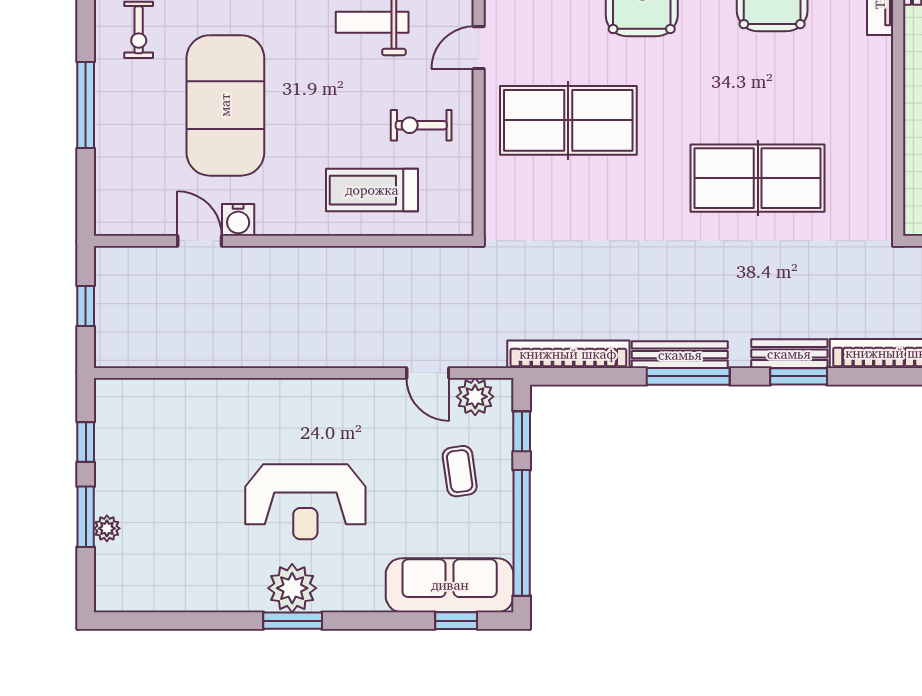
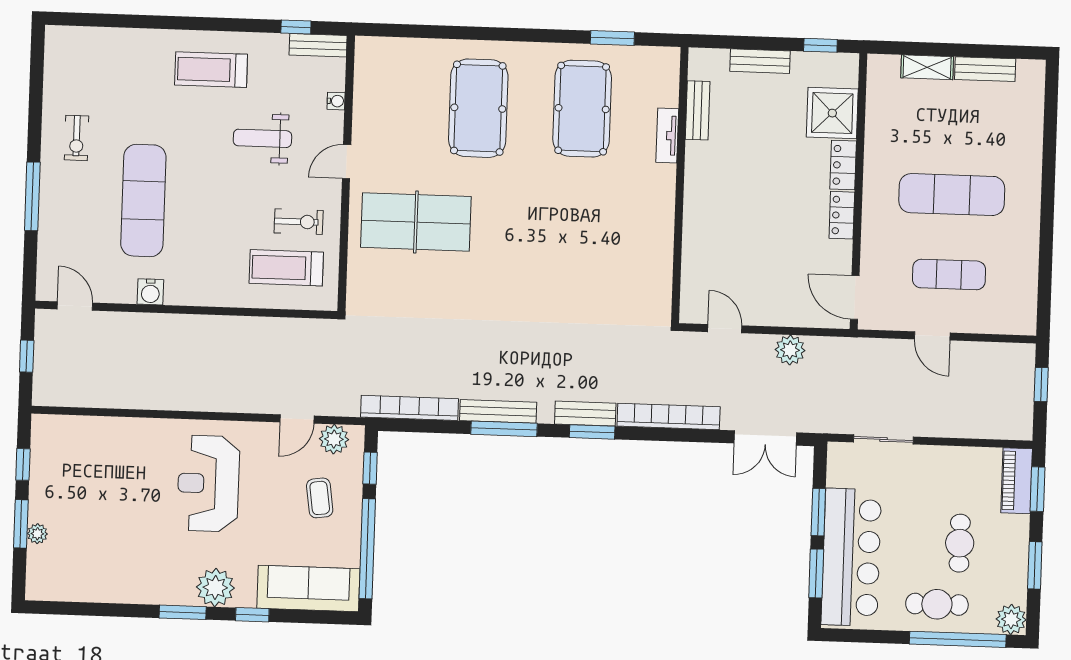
exercise mat: (225, 105) -> (143, 200), width x0.68
exercise bike: (421, 125) -> (299, 222), turned 180
table tennis table: (758, 178) -> (565, 273), removed
treadmill: (372, 190) -> (286, 268), moved
door: (200, 241) -> (75, 306), moved
door: (428, 373) -> (297, 419), hinge flipped
reception desk: (305, 502) -> (208, 483), moved, turned 90
plant: (292, 588) -> (215, 588), moved
window: (456, 621) -> (252, 615), moved

